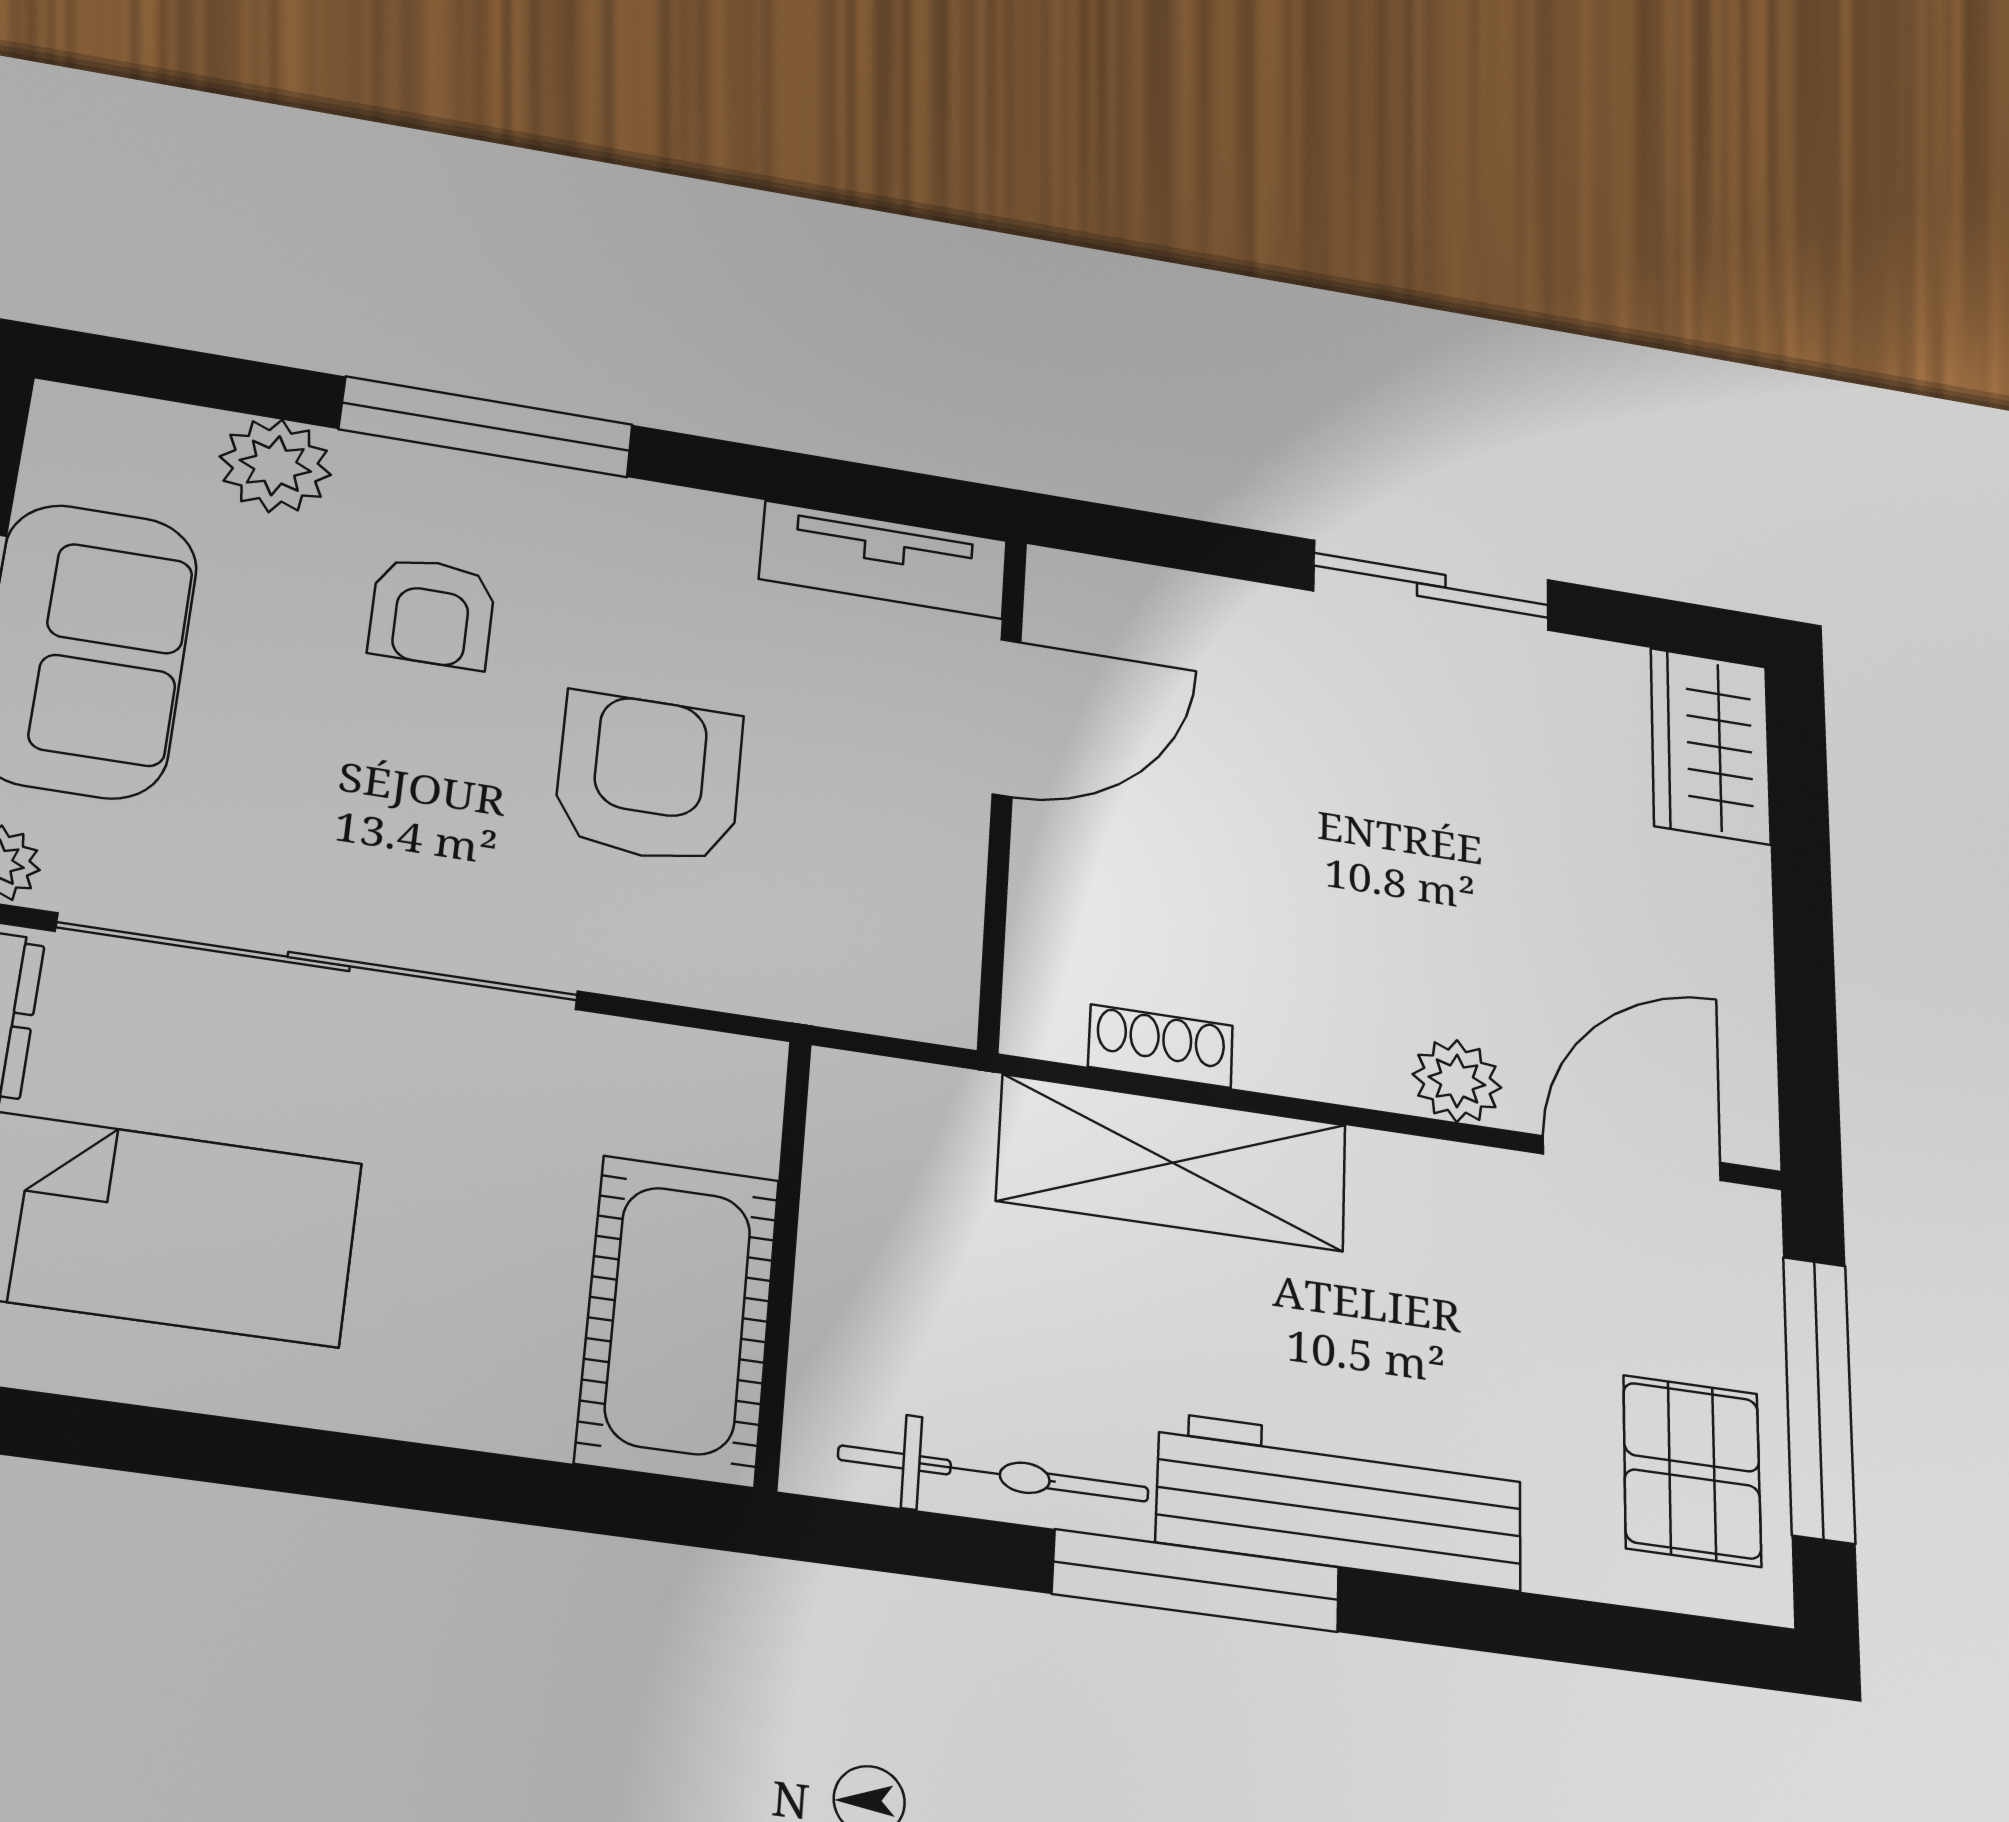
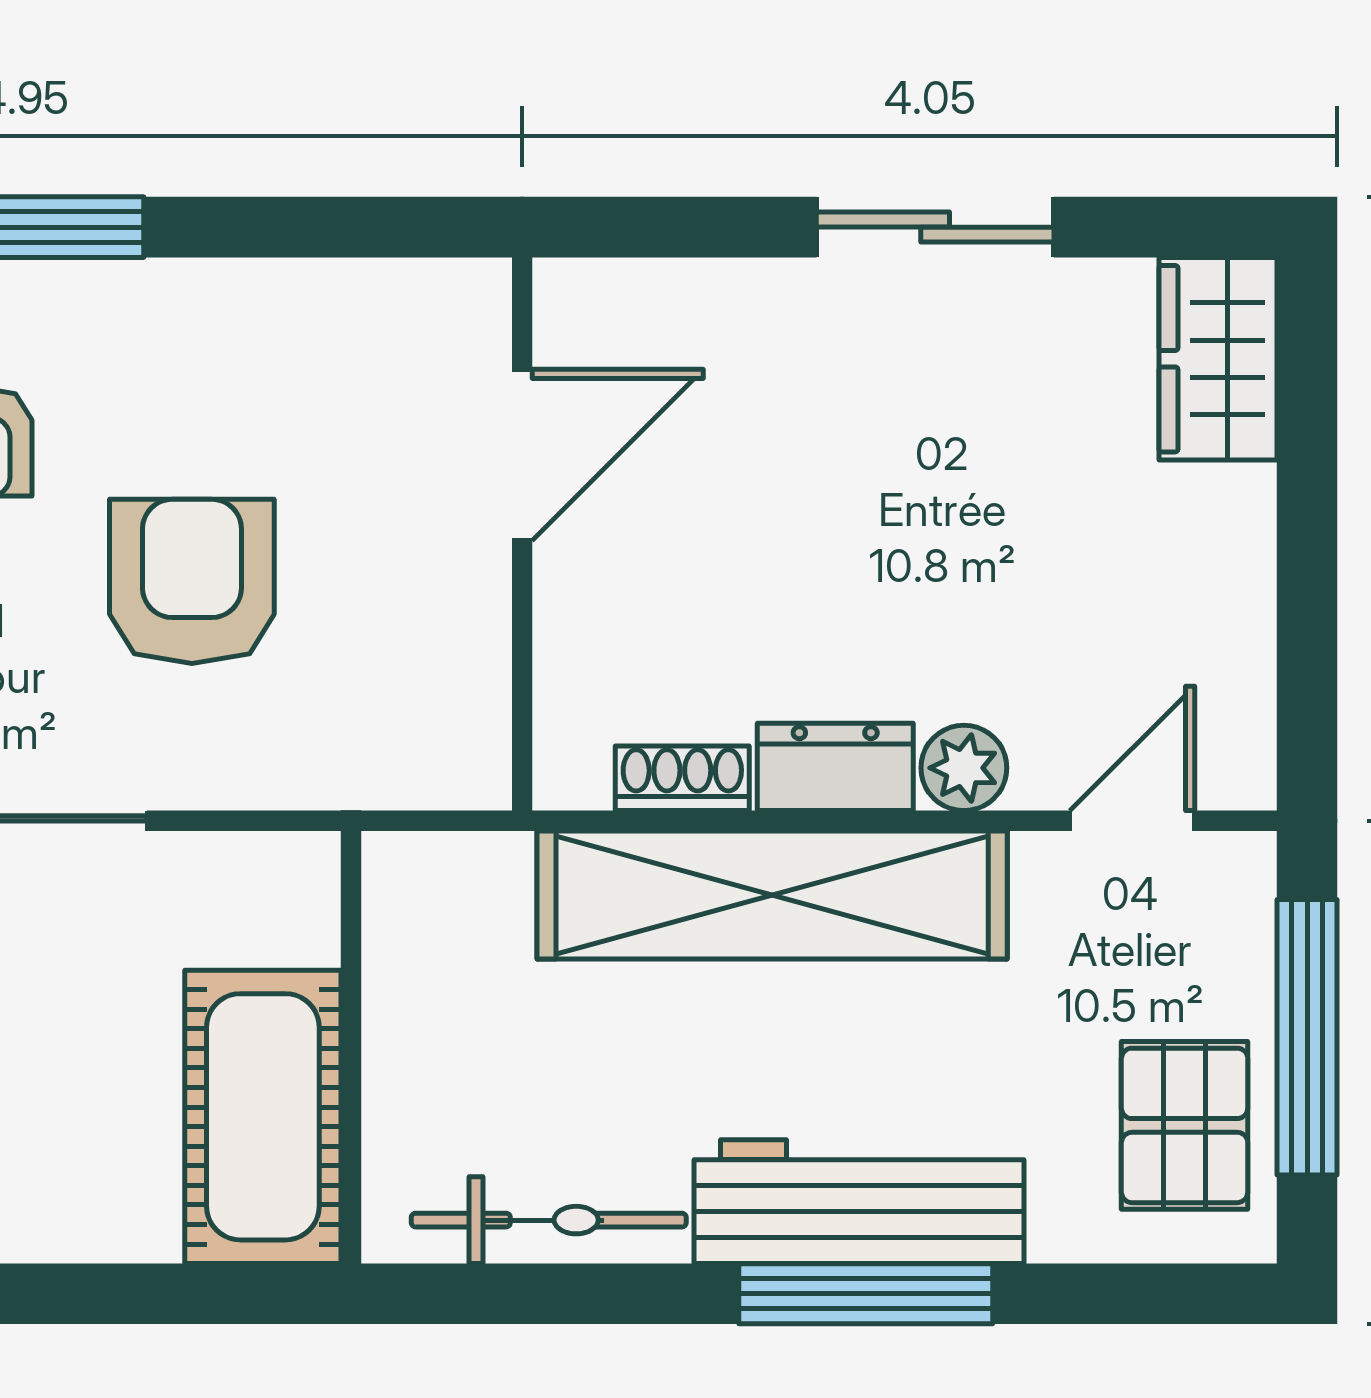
tv unit: (884, 560) -> (395, 302), removed
dresser: (1322, 1060) -> (835, 767), added
door: (1632, 1158) -> (1132, 821), width x0.73
shelving: (1172, 1163) -> (772, 895), width x1.47
window: (1196, 1581) -> (866, 1294), moved

